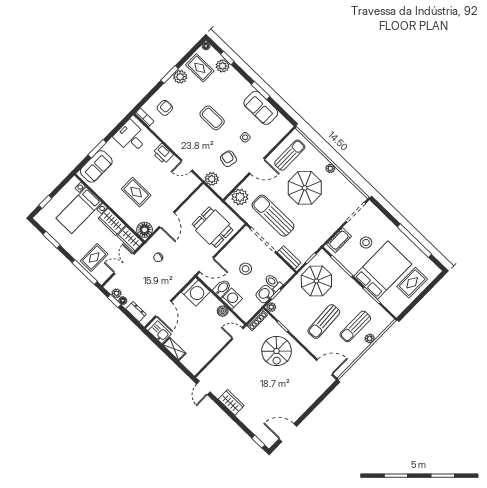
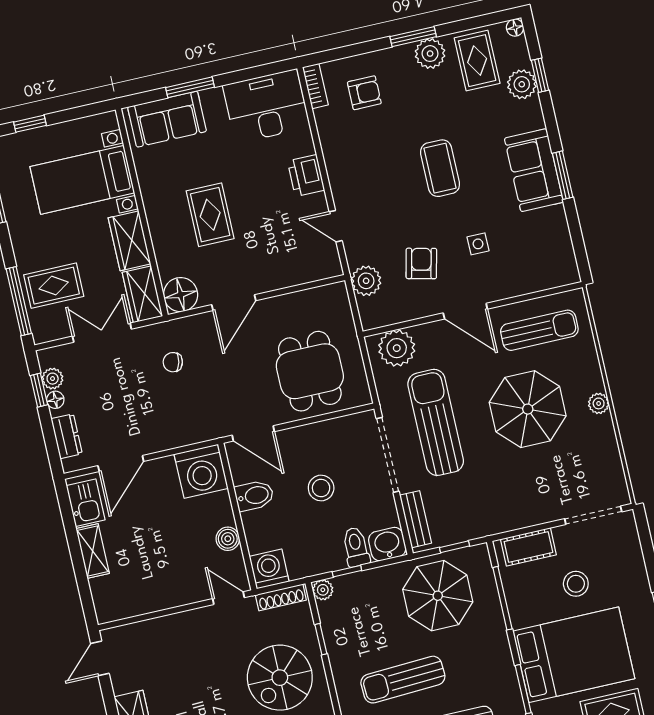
sofa: (261, 108) -> (534, 170), moved
desk: (131, 137) -> (266, 106), width x1.37
washbasin: (265, 294) -> (387, 544), moved
washing machine: (232, 299) -> (269, 569), moved, turned -90

